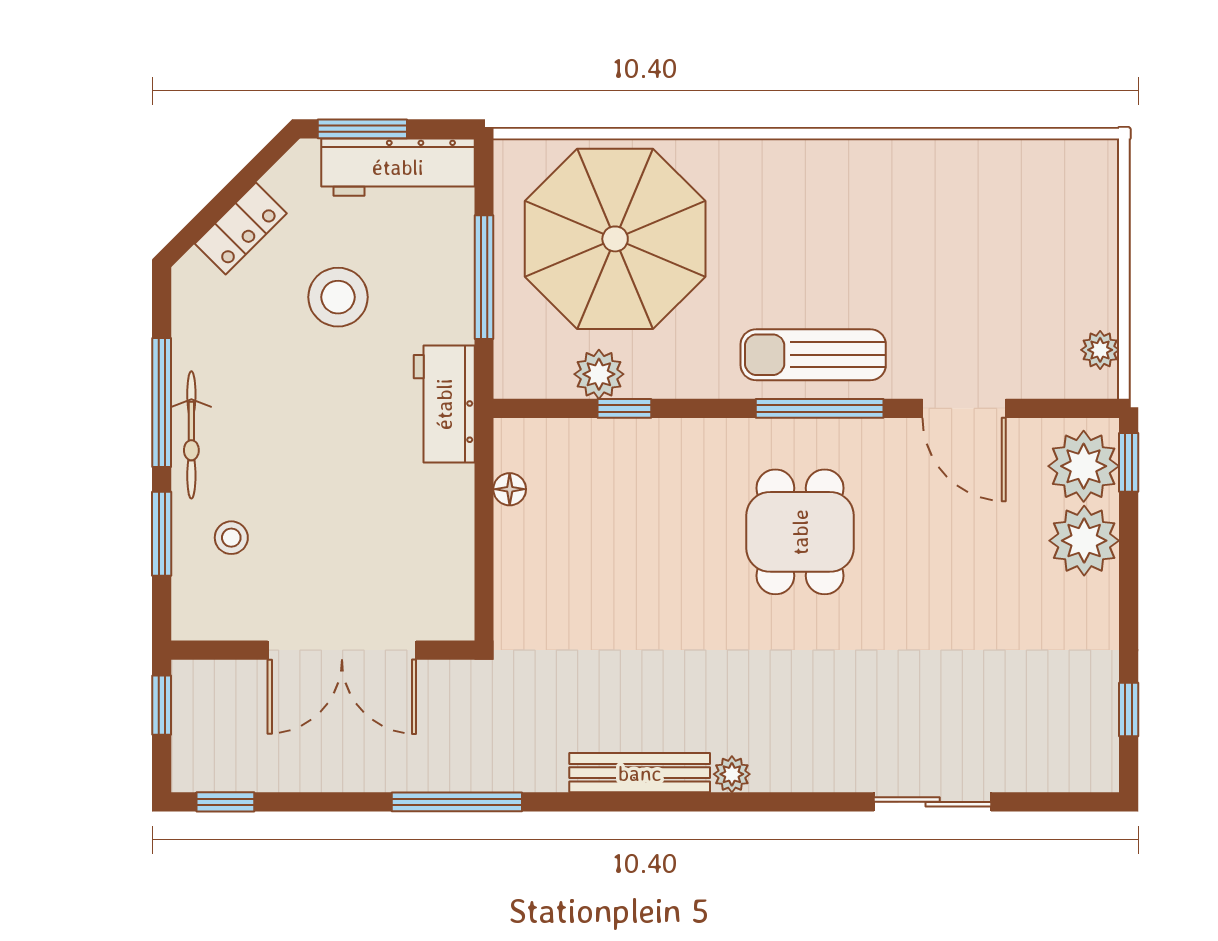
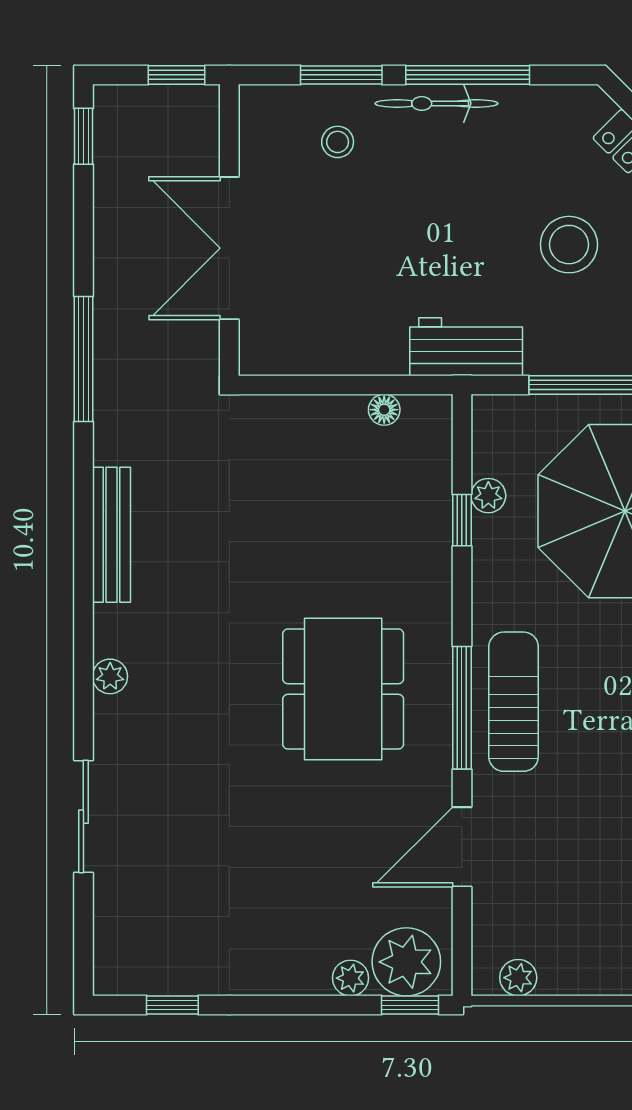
plant: (599, 374) -> (488, 496), width x0.73, depth x0.73
dining table: (800, 532) -> (343, 689), width x1.38
plant: (1084, 541) -> (350, 978), width x0.53, depth x0.53
plant: (732, 774) -> (110, 676), moved

